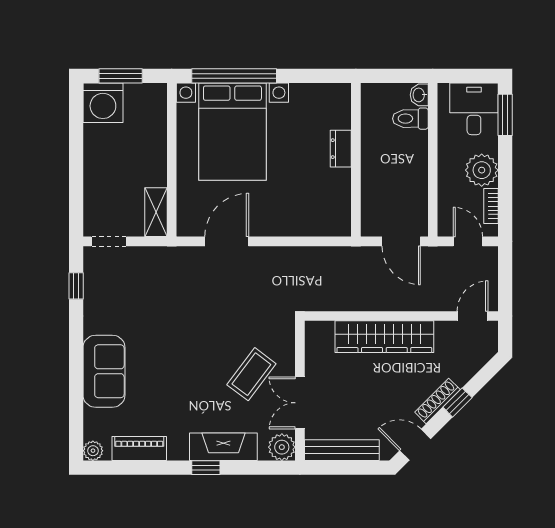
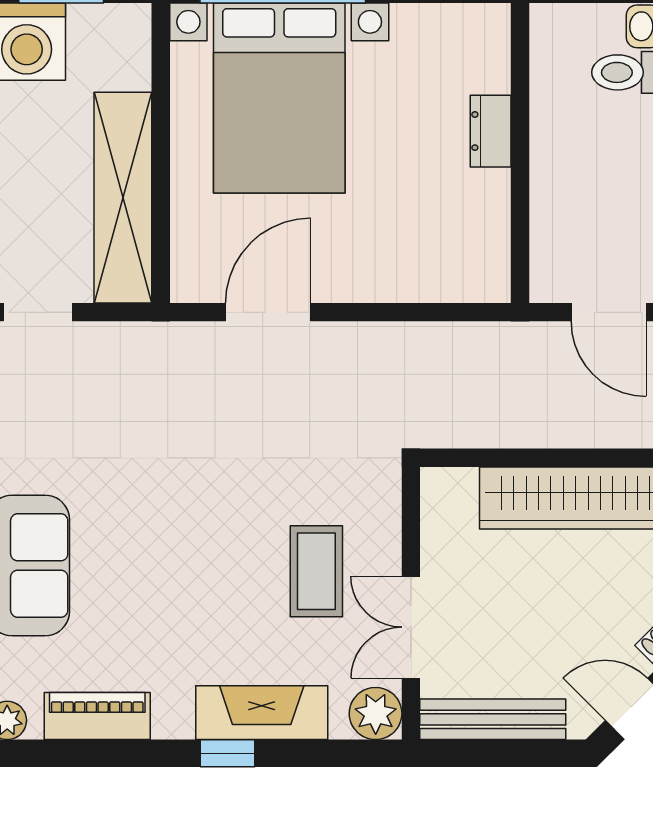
shelving: (156, 212) -> (123, 198), width x2.20, depth x1.33
coffee table: (251, 374) -> (316, 571), turned -37

